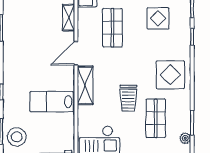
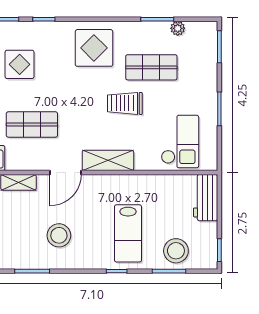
stool: (28, 48) -> (59, 235), added
door: (76, 53) -> (66, 173), hinge flipped
trolley: (128, 98) -> (125, 103), turned 180
lab bench: (52, 102) -> (128, 233), moved

